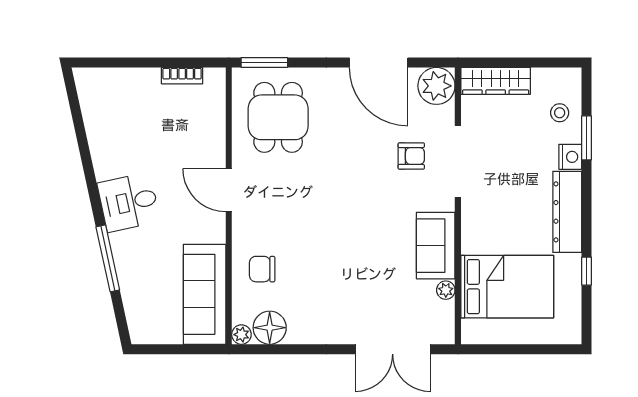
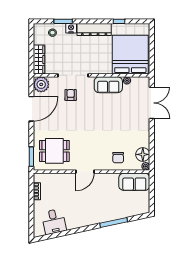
desk: (129, 202) -> (54, 222), moved
bed: (507, 287) -> (130, 55), width x1.36
sofa: (205, 294) -> (134, 182), width x0.73

